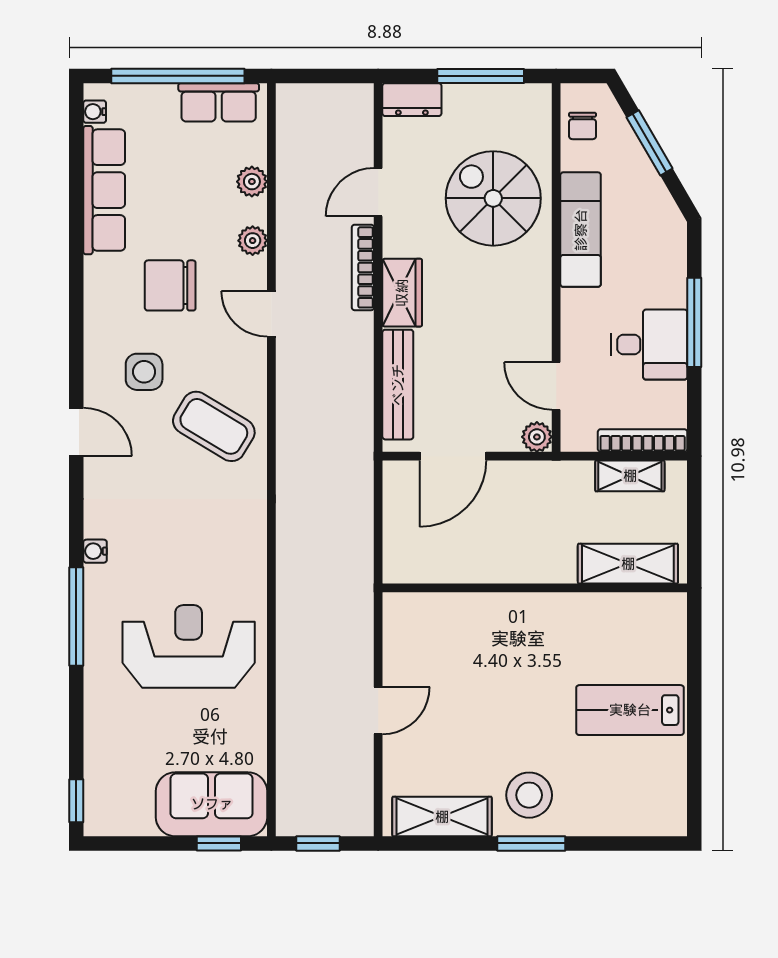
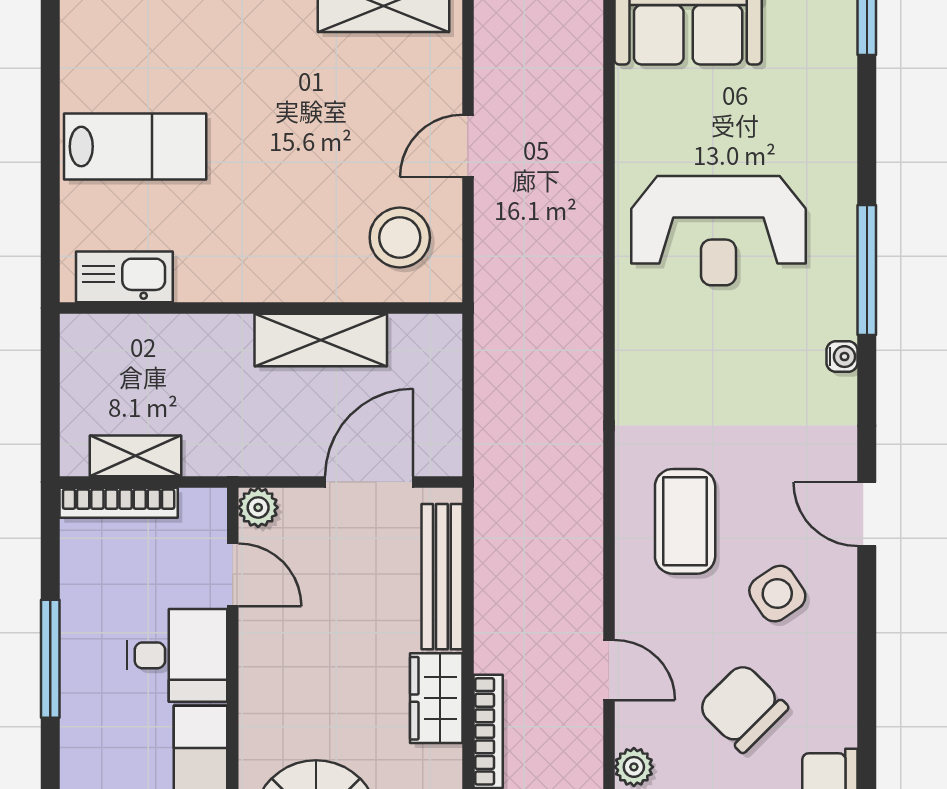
chair: (170, 285) -> (743, 708), turned -135
desk: (649, 345) -> (177, 655), moved, turned 180
side table: (144, 372) -> (777, 594), turned -34
coffee table: (214, 426) -> (685, 521), turned 59
shelving: (628, 564) -> (321, 340), moved
kitchen sink: (638, 611) -> (124, 277), added
stool: (529, 795) -> (400, 238), moved

